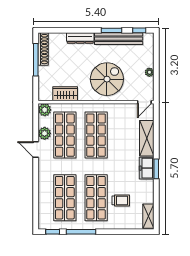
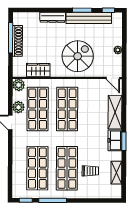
shoe rack: (43, 49) -> (17, 41), moved
door: (144, 102) -> (113, 78), hinge flipped
shelving: (148, 216) -> (116, 173), moved

